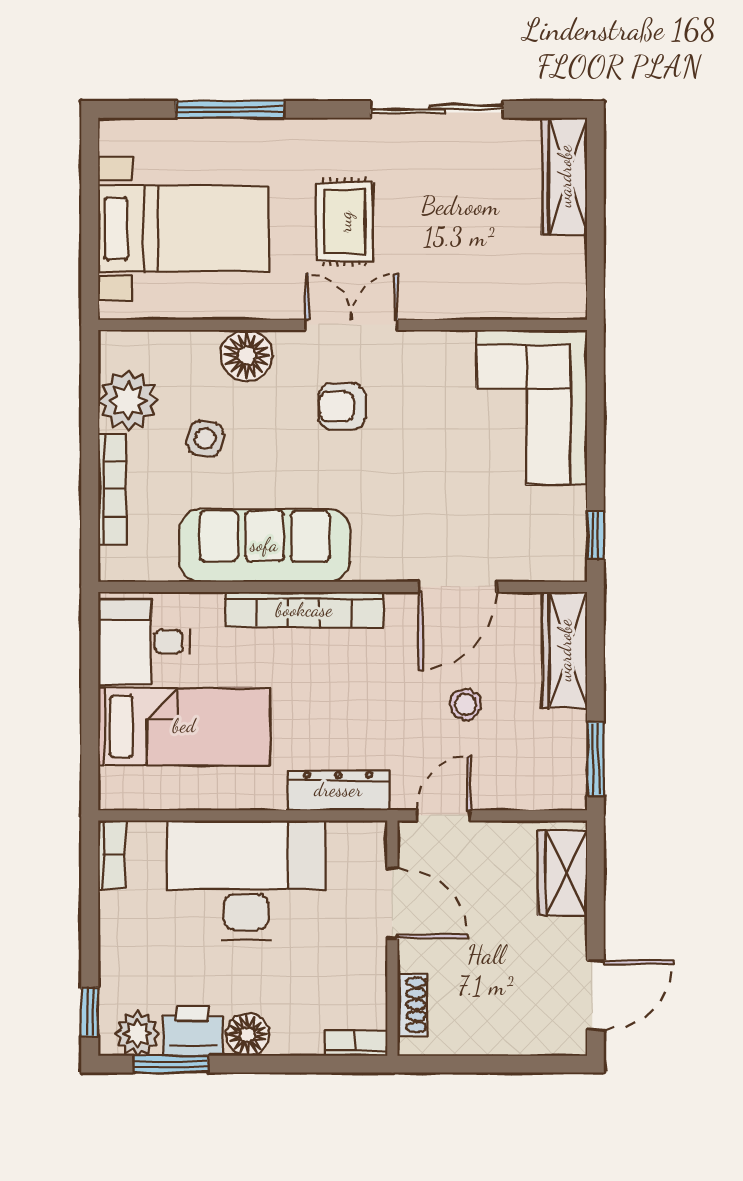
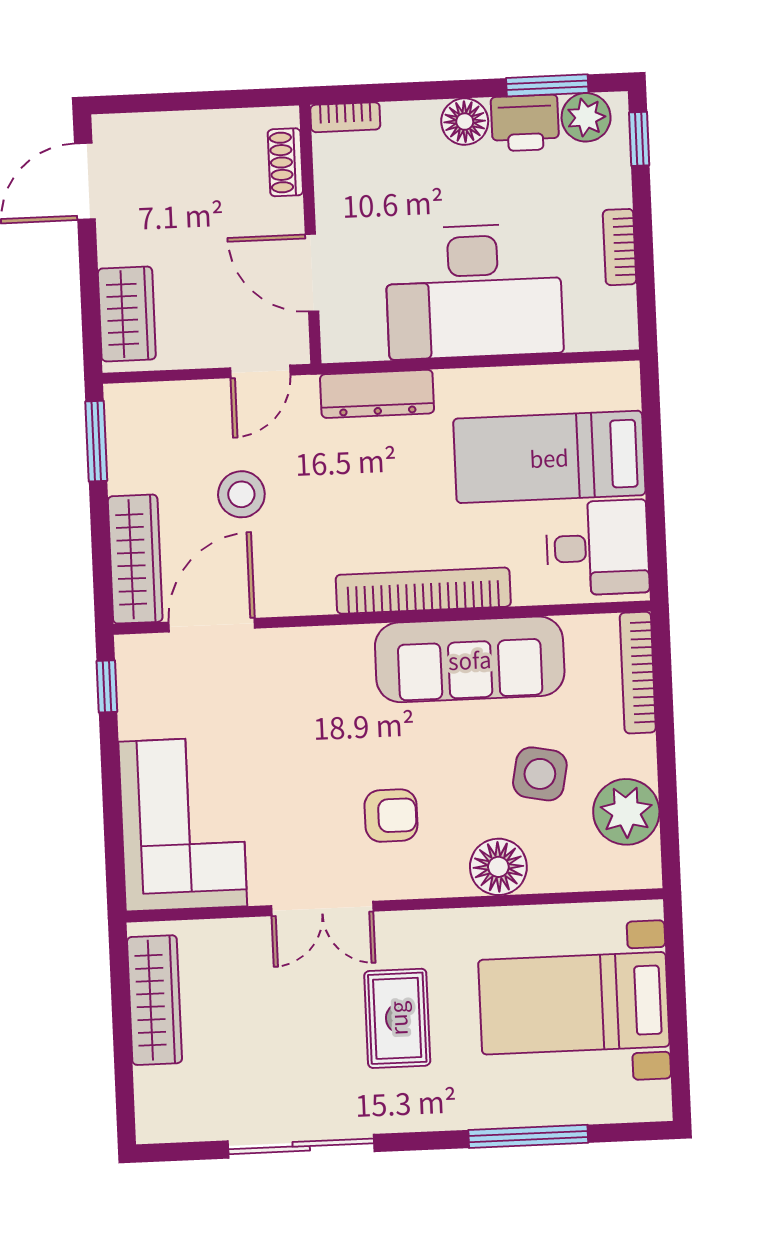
wardrobe: (565, 176) -> (155, 1000), moved
double door: (351, 325) -> (322, 908), moved
side table: (205, 438) -> (540, 774), width x1.37, depth x1.37
bookcase: (112, 489) -> (638, 673), moved
door: (457, 587) -> (212, 625), moved
stool: (465, 705) -> (241, 494), width x1.37, depth x1.37
bookcase: (112, 855) -> (620, 247), moved

